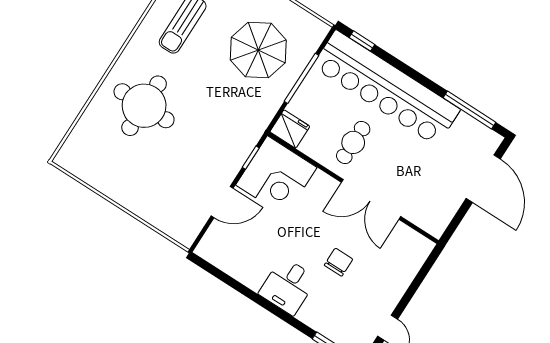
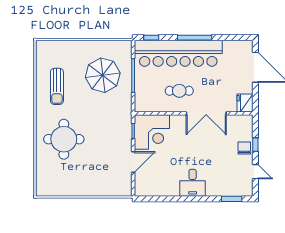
window: (470, 110) -> (195, 38), moved
fridge: (290, 129) -> (245, 103), moved, turned -90
cafe table: (353, 142) -> (179, 91), turned 90
chair: (339, 262) -> (244, 148), moved
window: (412, 289) -> (255, 145), added

